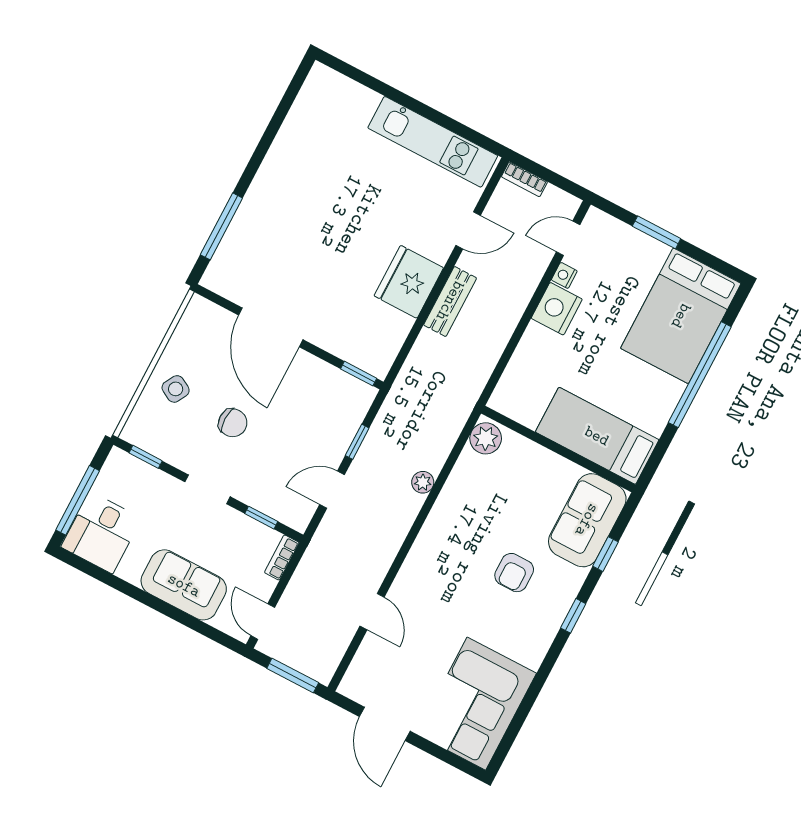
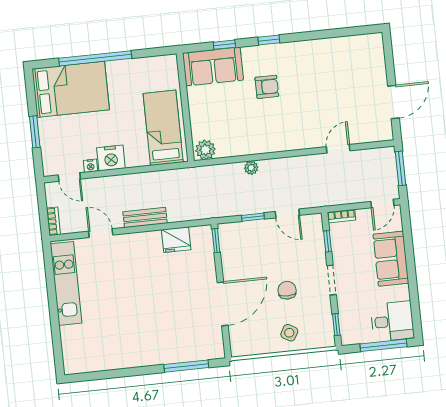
fridge: (409, 282) -> (176, 240), moved, width x0.73, depth x0.75
bed: (597, 436) -> (163, 128), moved, turned 180
corner sofa: (476, 704) -> (350, 60), removed

